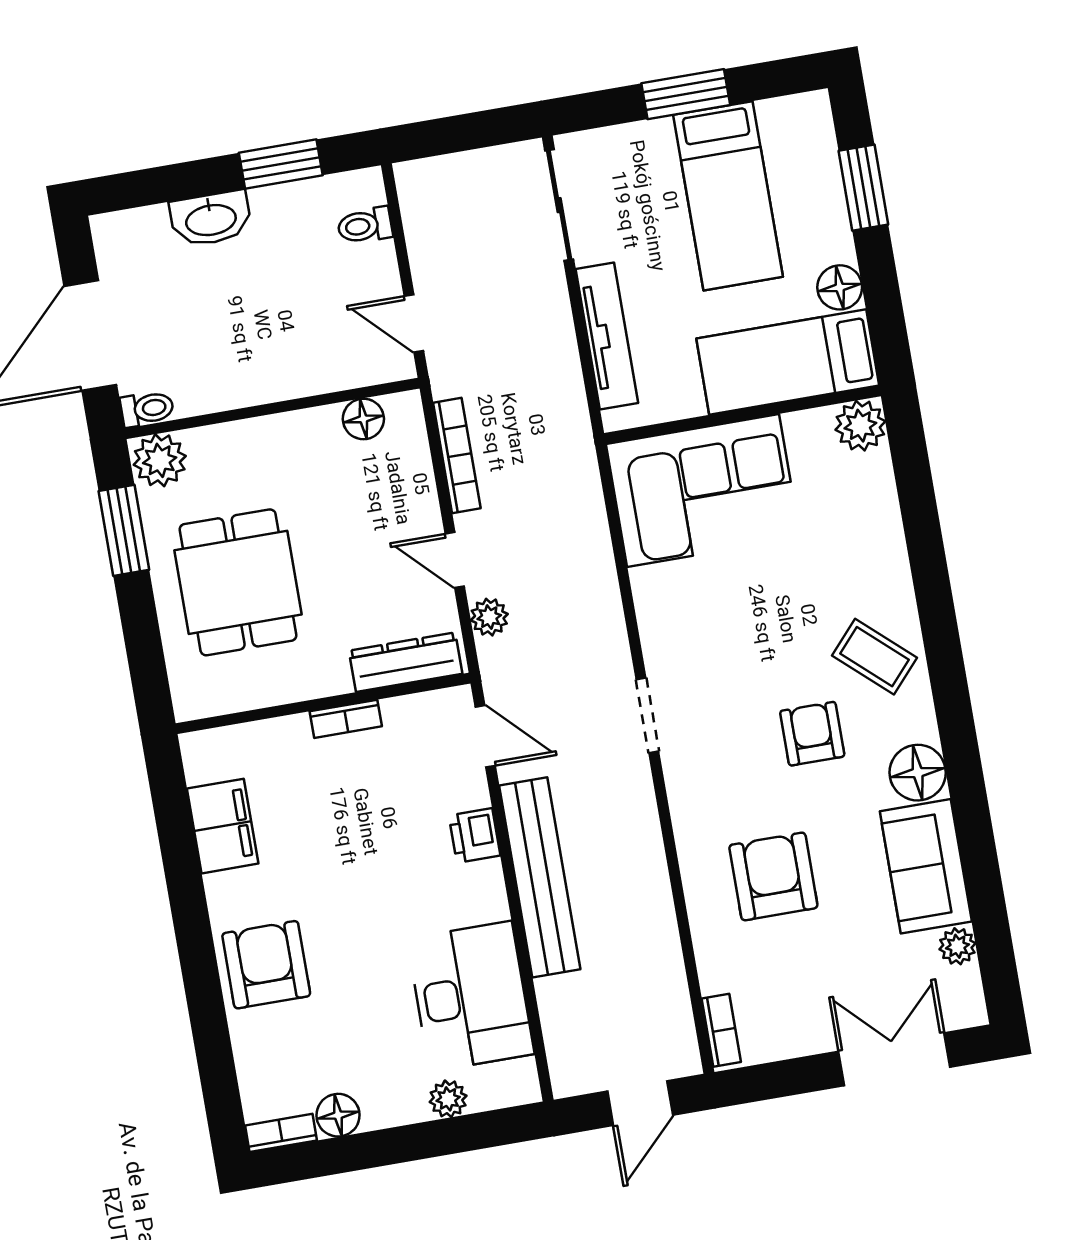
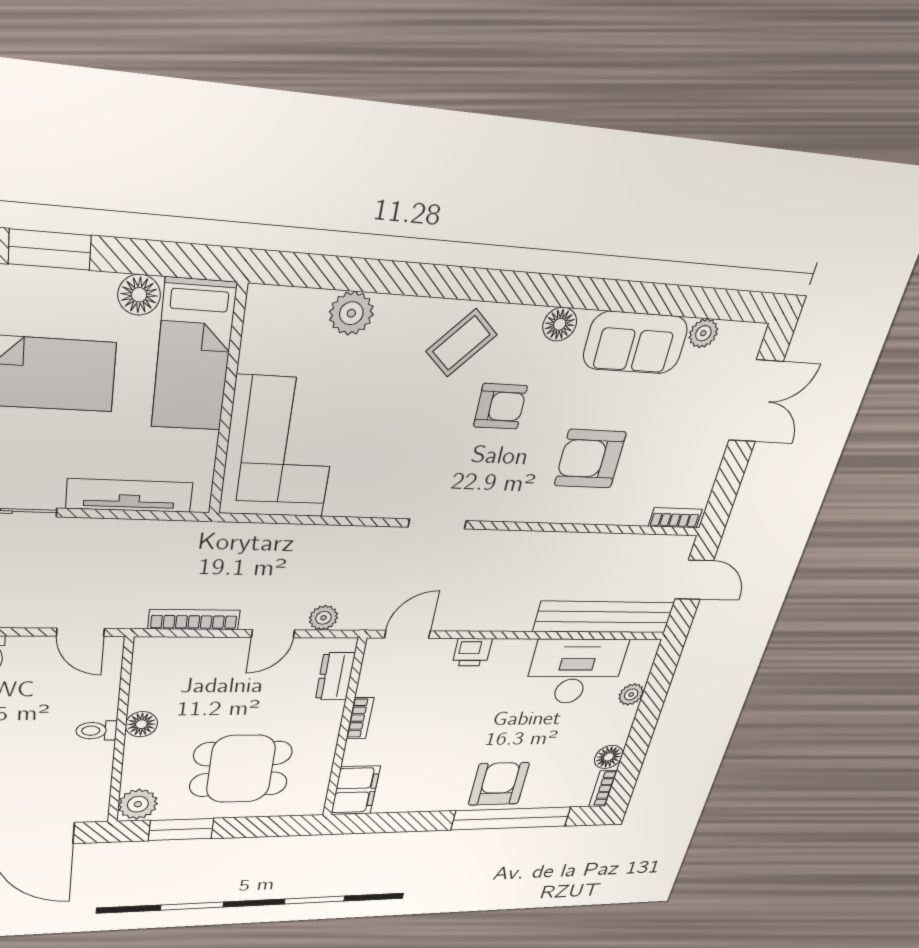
door: (414, 324) -> (80, 632), hinge flipped
toilet: (147, 409) -> (96, 731), moved, turned -90
floor lamp: (363, 419) -> (141, 724), moved
plant: (860, 426) -> (351, 313), moved
dresser: (406, 662) -> (335, 676), width x0.70
armchair: (812, 734) -> (500, 406), turned 180
floor lamp: (918, 773) -> (560, 324), width x0.73, depth x0.73
filing cabinet: (223, 826) -> (355, 790), moved, turned 90
bench: (540, 877) -> (604, 617), moved
armchair: (266, 965) -> (499, 784), turned 90
window: (207, 1011) -> (511, 819), added
double door: (894, 1059) -> (756, 401), swing flipped

